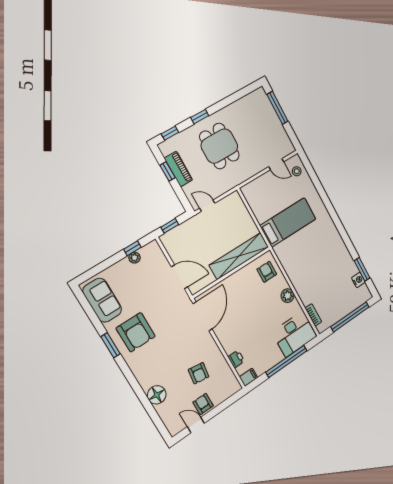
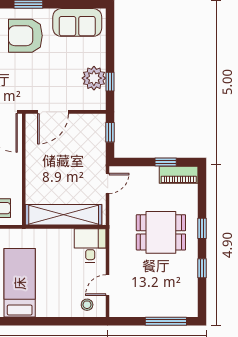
window: (170, 133) -> (202, 268), moved
piano: (178, 169) -> (179, 175), moved
desk: (257, 193) -> (90, 246), added
bed: (288, 222) -> (20, 283), moved, turned 180
shelving: (239, 256) -> (64, 215), moved, turned 90
plant: (134, 258) -> (94, 78), width x1.88, depth x1.88

